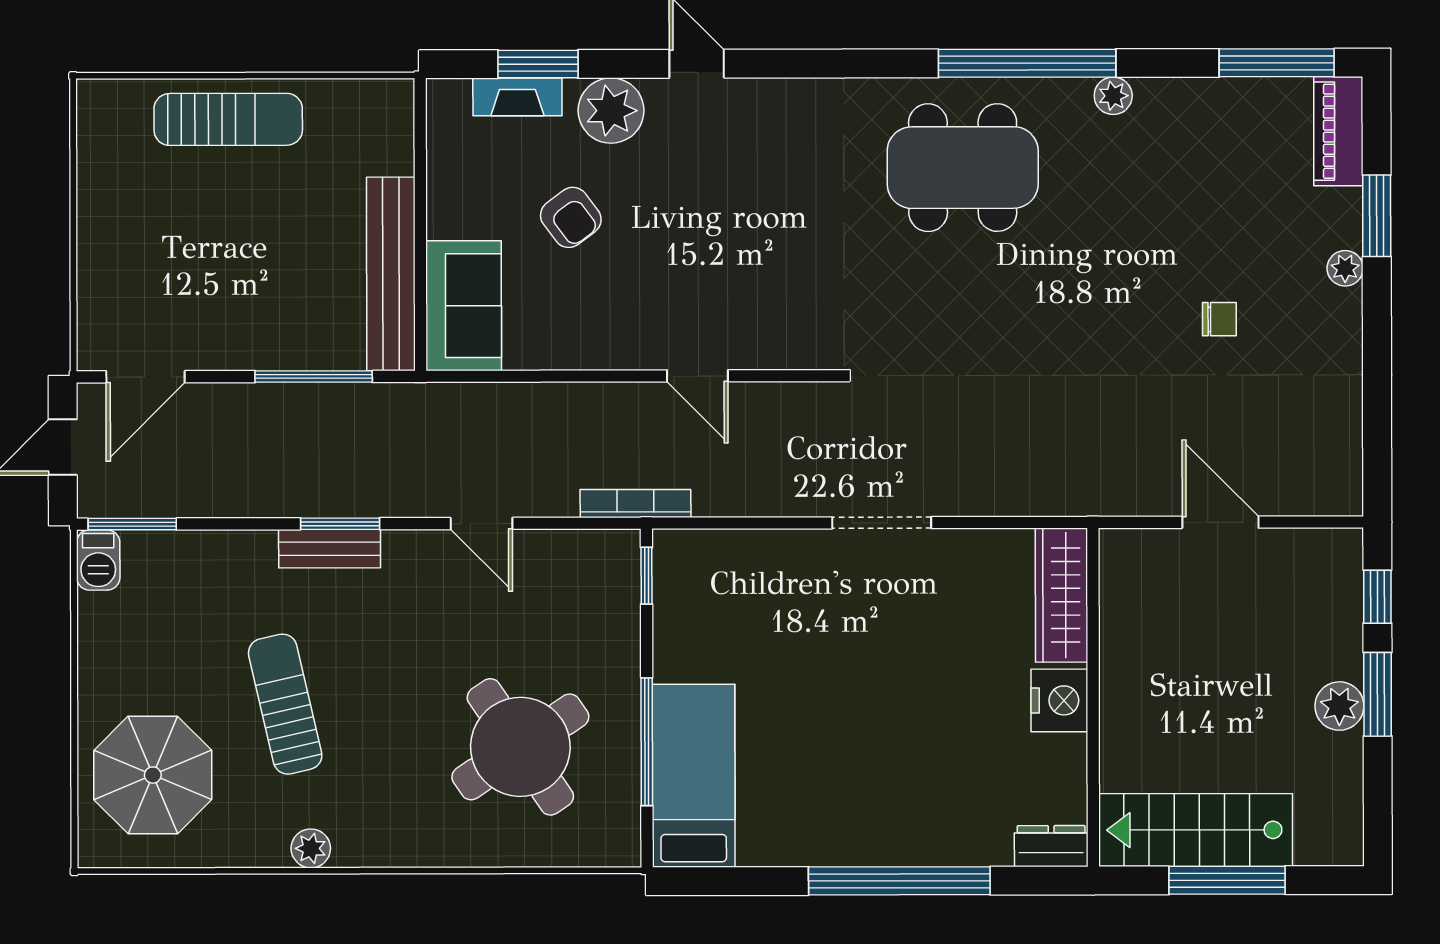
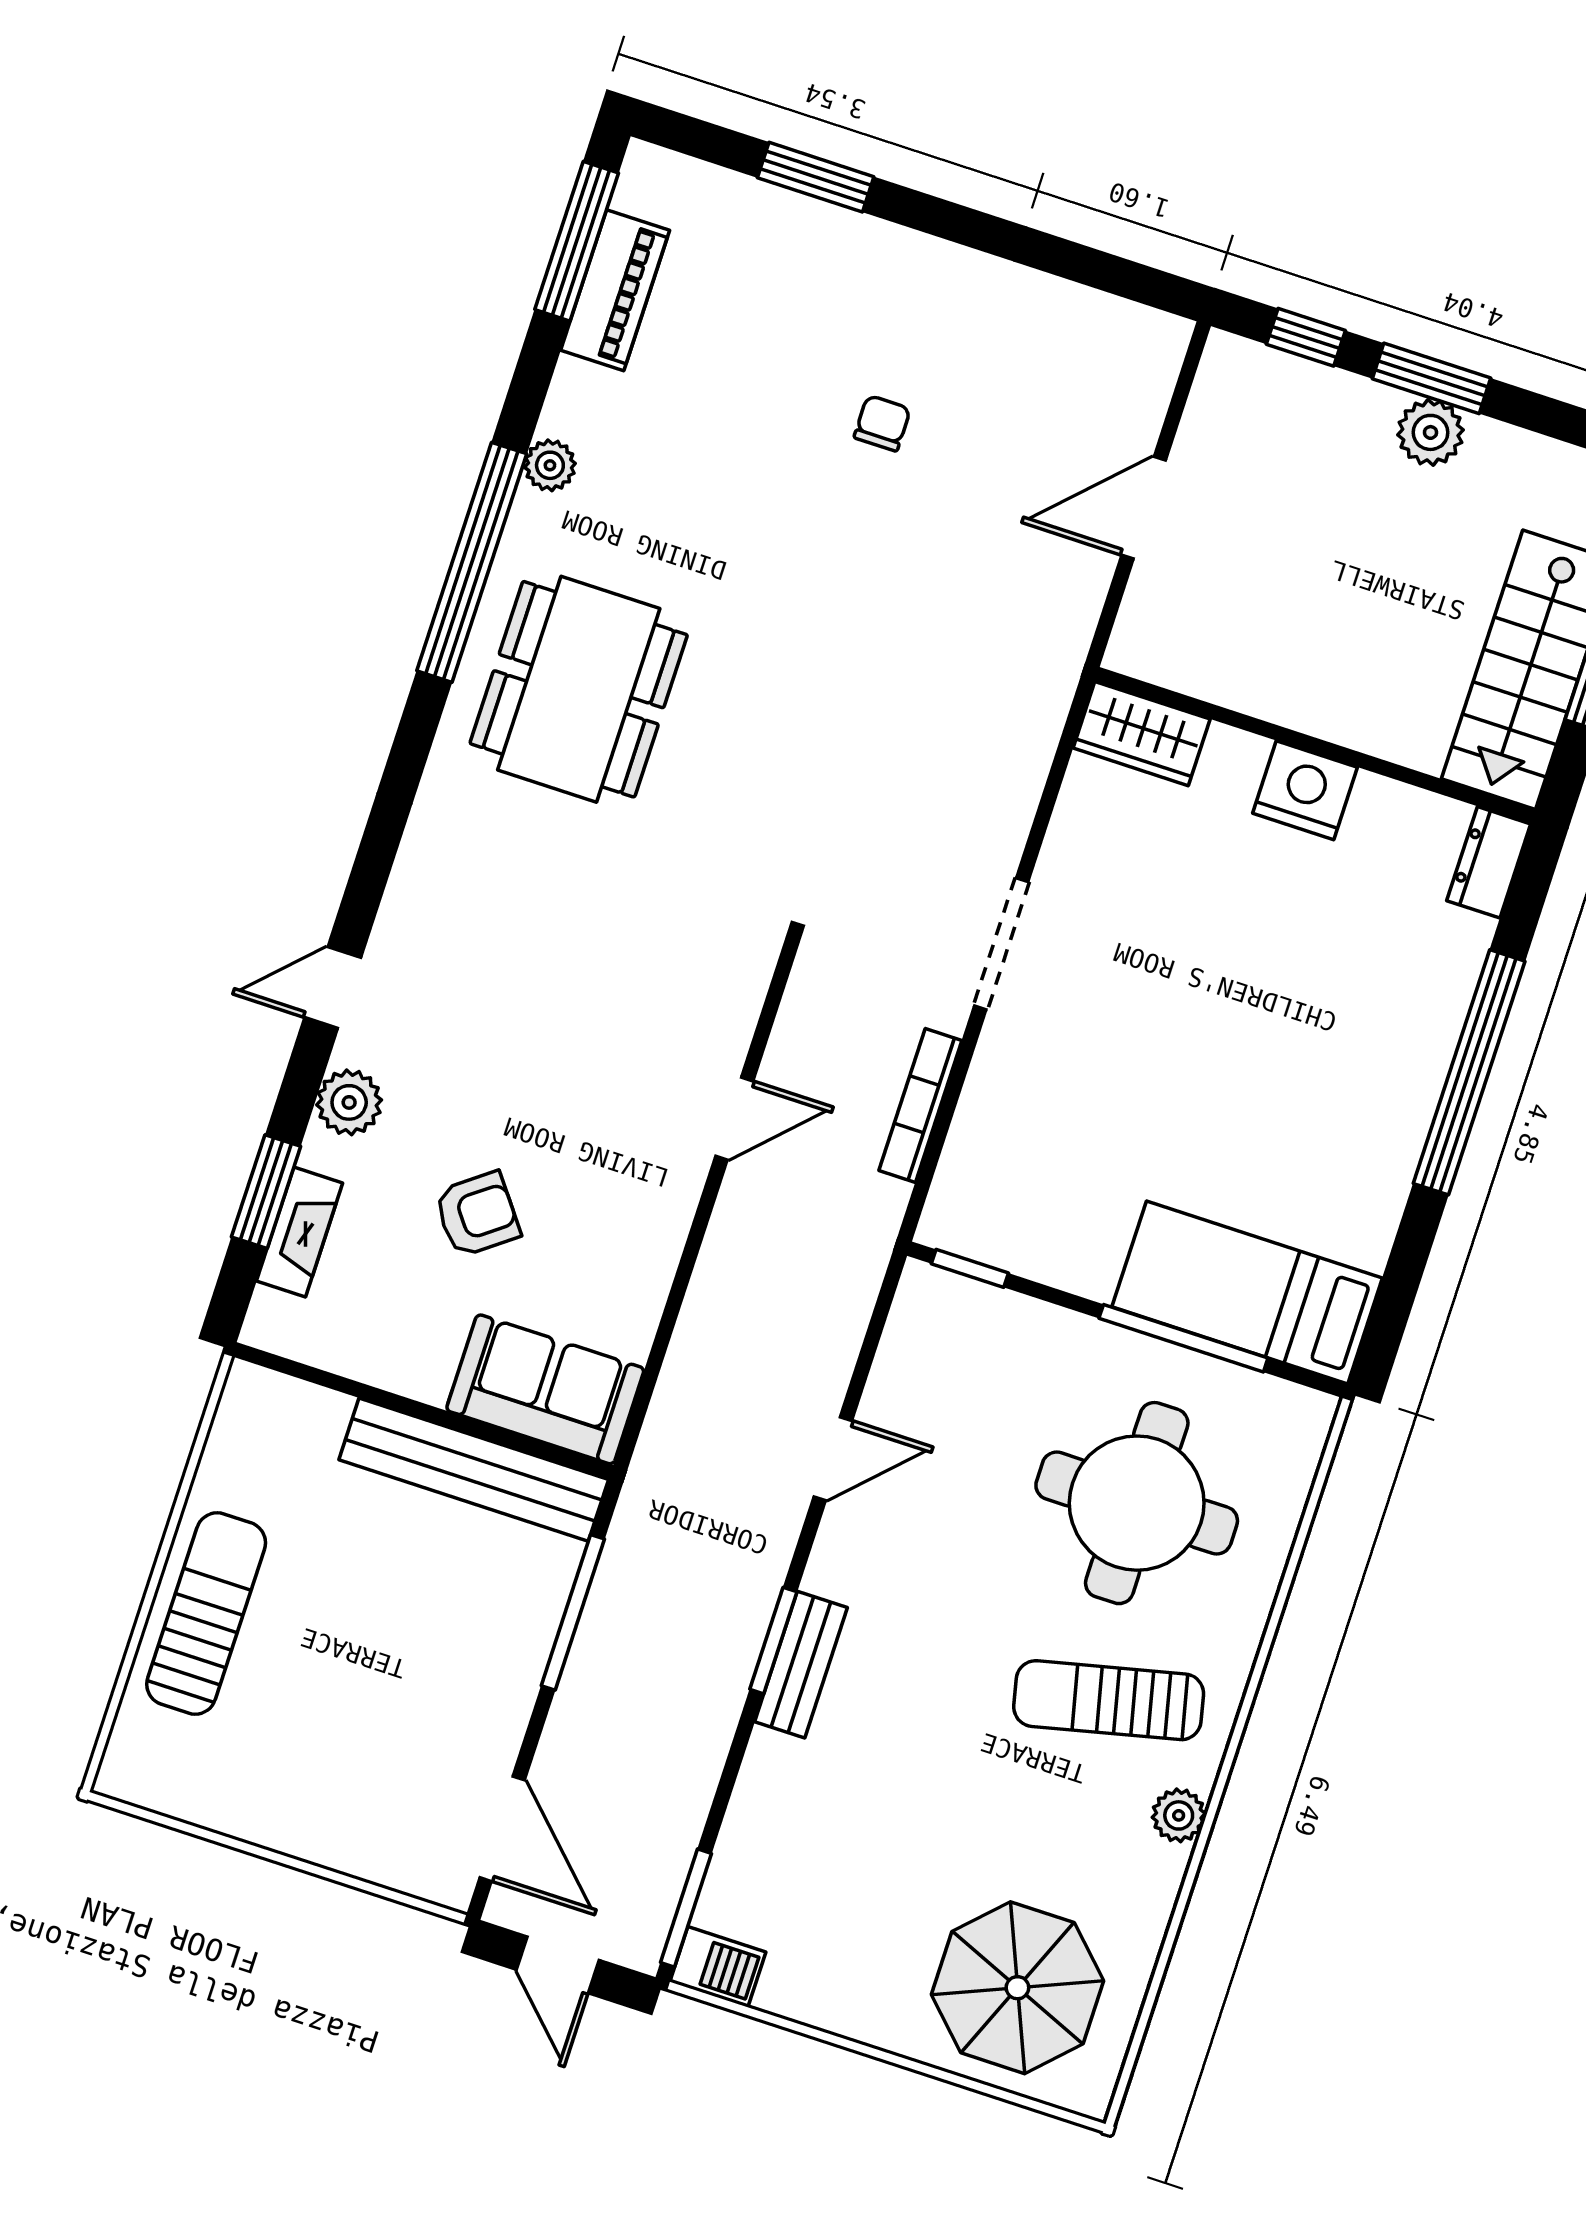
plant: (611, 111) -> (349, 1102), width x0.73, depth x0.73
piano: (1338, 131) -> (615, 290), moved, turned -90
plant: (1345, 268) -> (870, 240), removed
bookcase: (635, 504) -> (920, 1106), moved
wardrobe: (1061, 595) -> (1142, 734), width x0.67
sun lounger: (285, 704) -> (1109, 1700), moved
round table: (520, 747) -> (1137, 1503), turned 34

